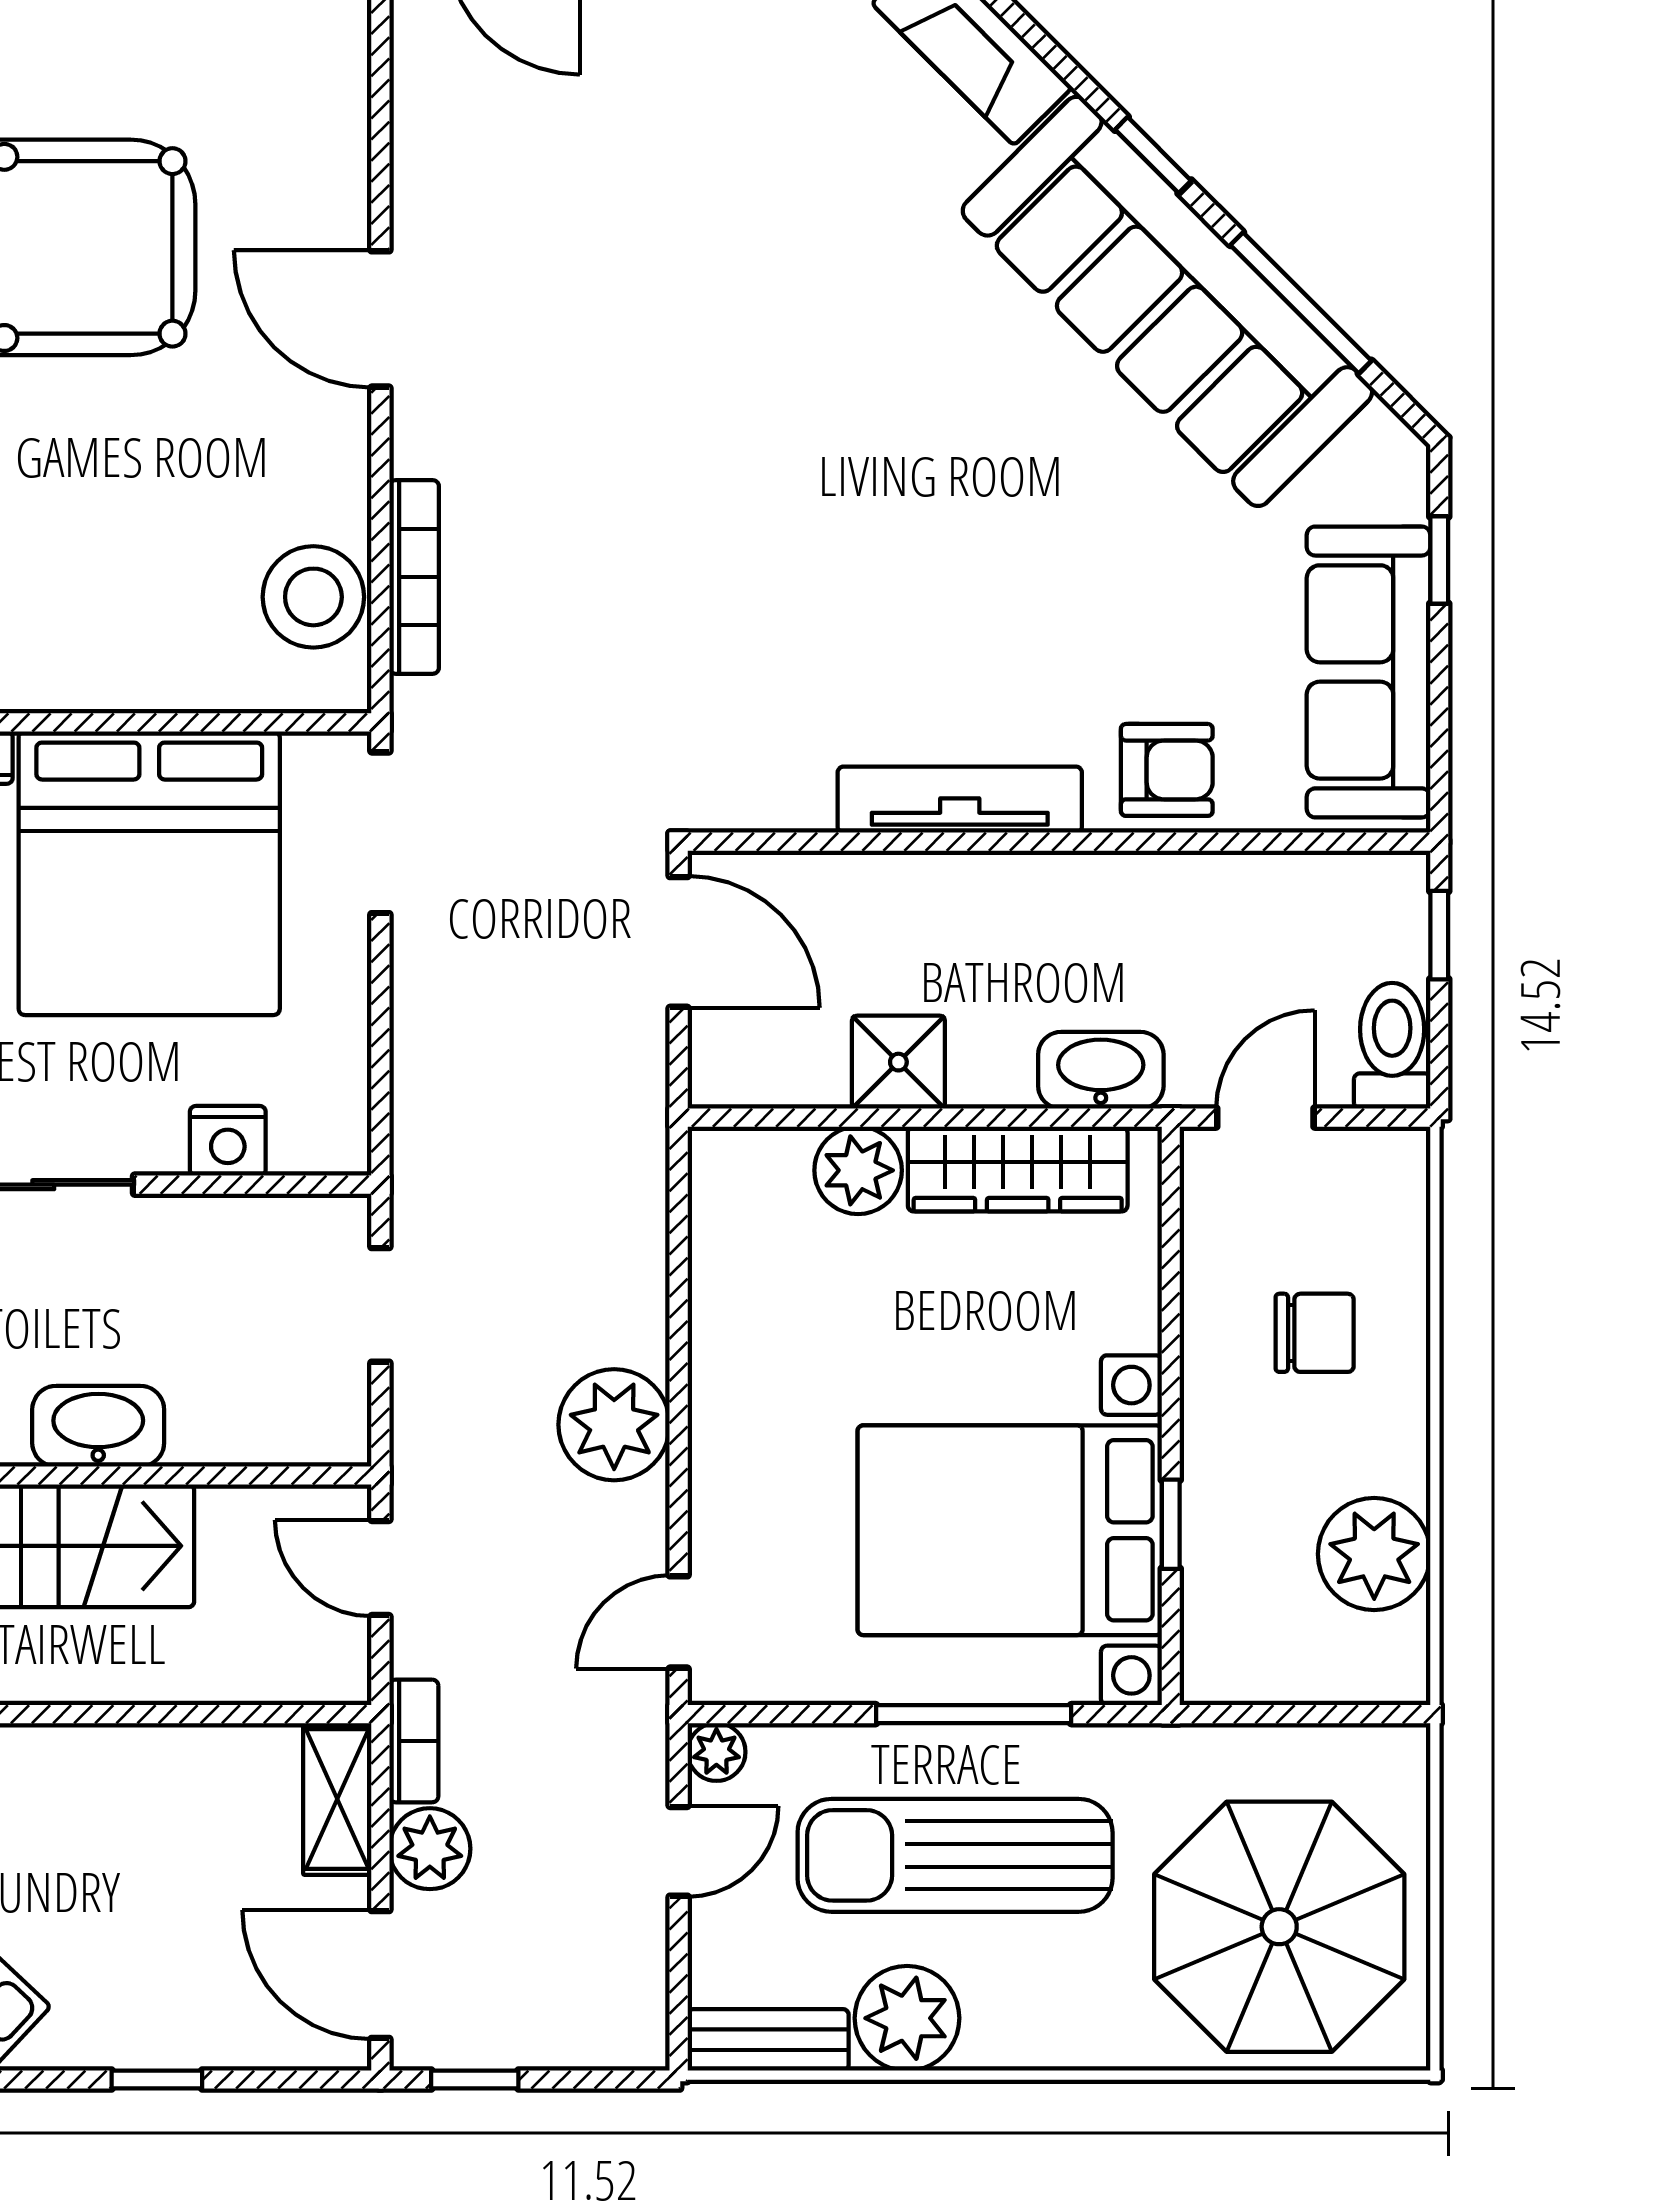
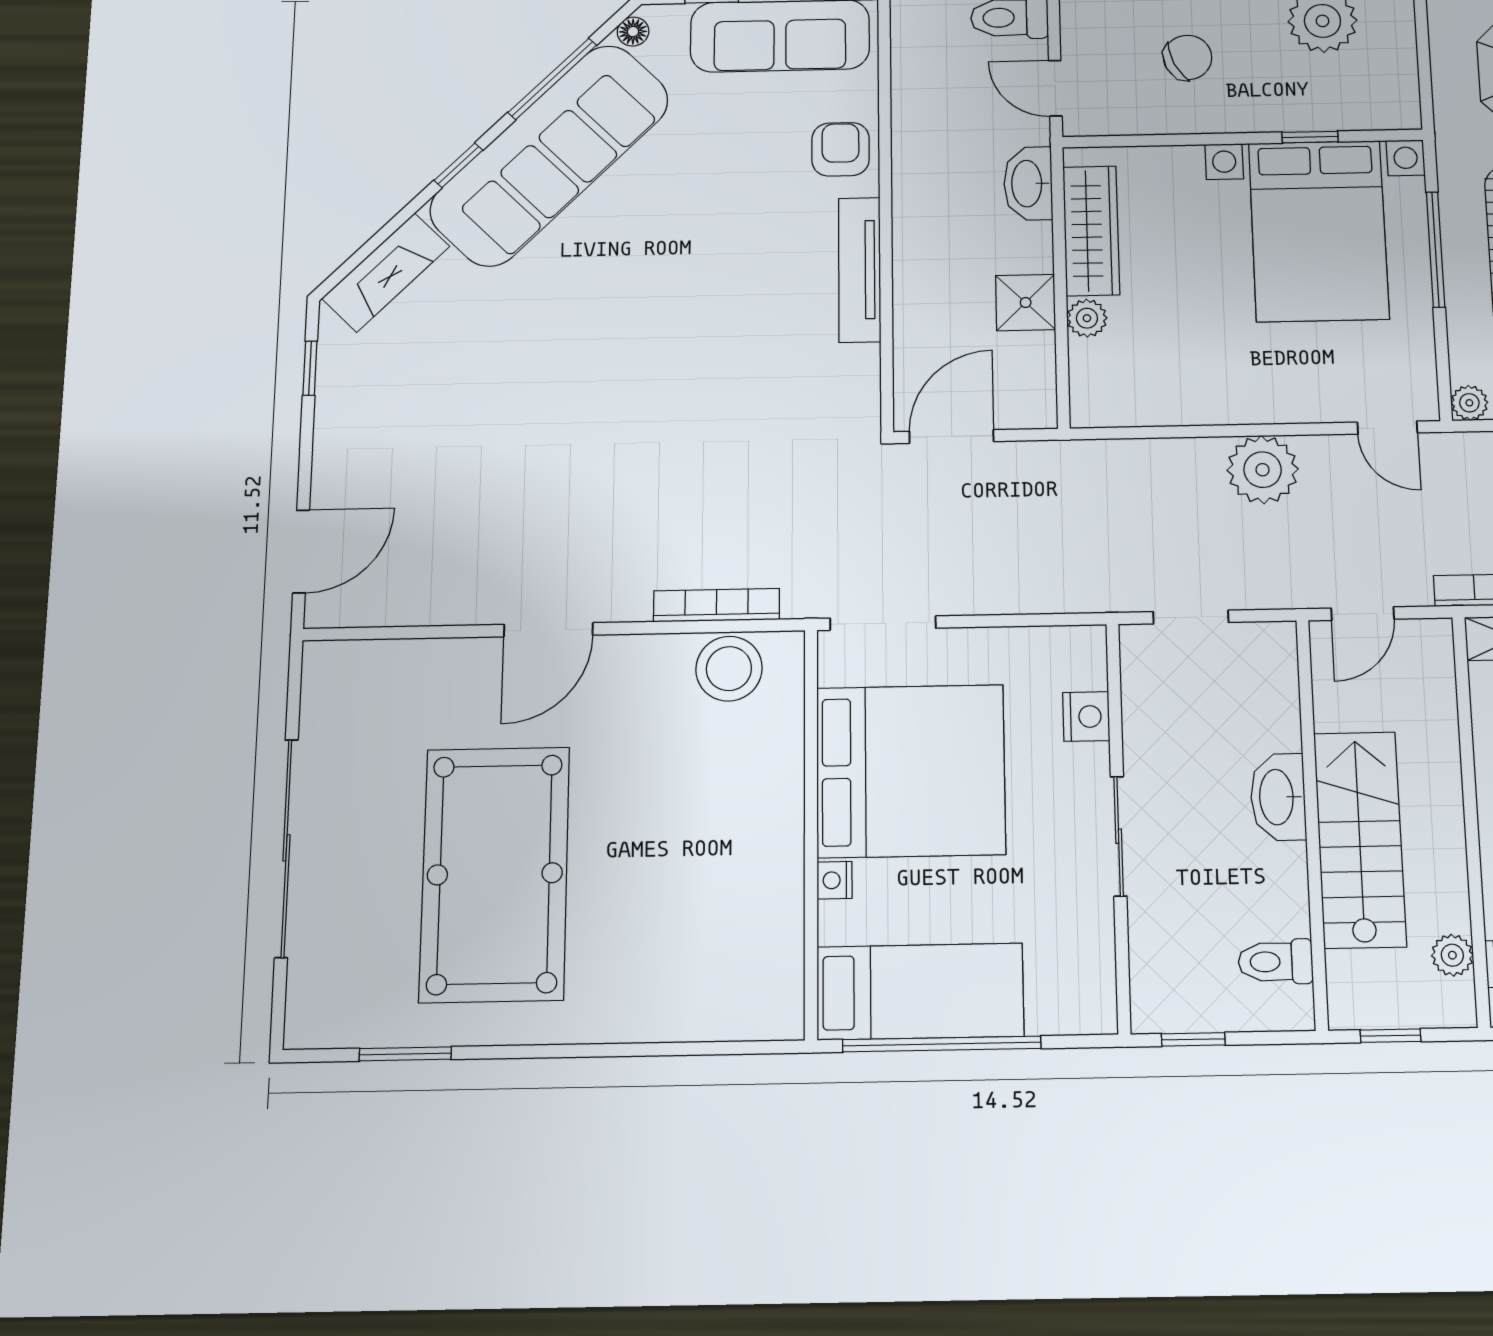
floor lamp: (1382, 432) -> (633, 32), added
plant: (858, 1170) -> (1087, 318), width x0.73, depth x0.73
chair: (1315, 1333) -> (1188, 57), turned 65

